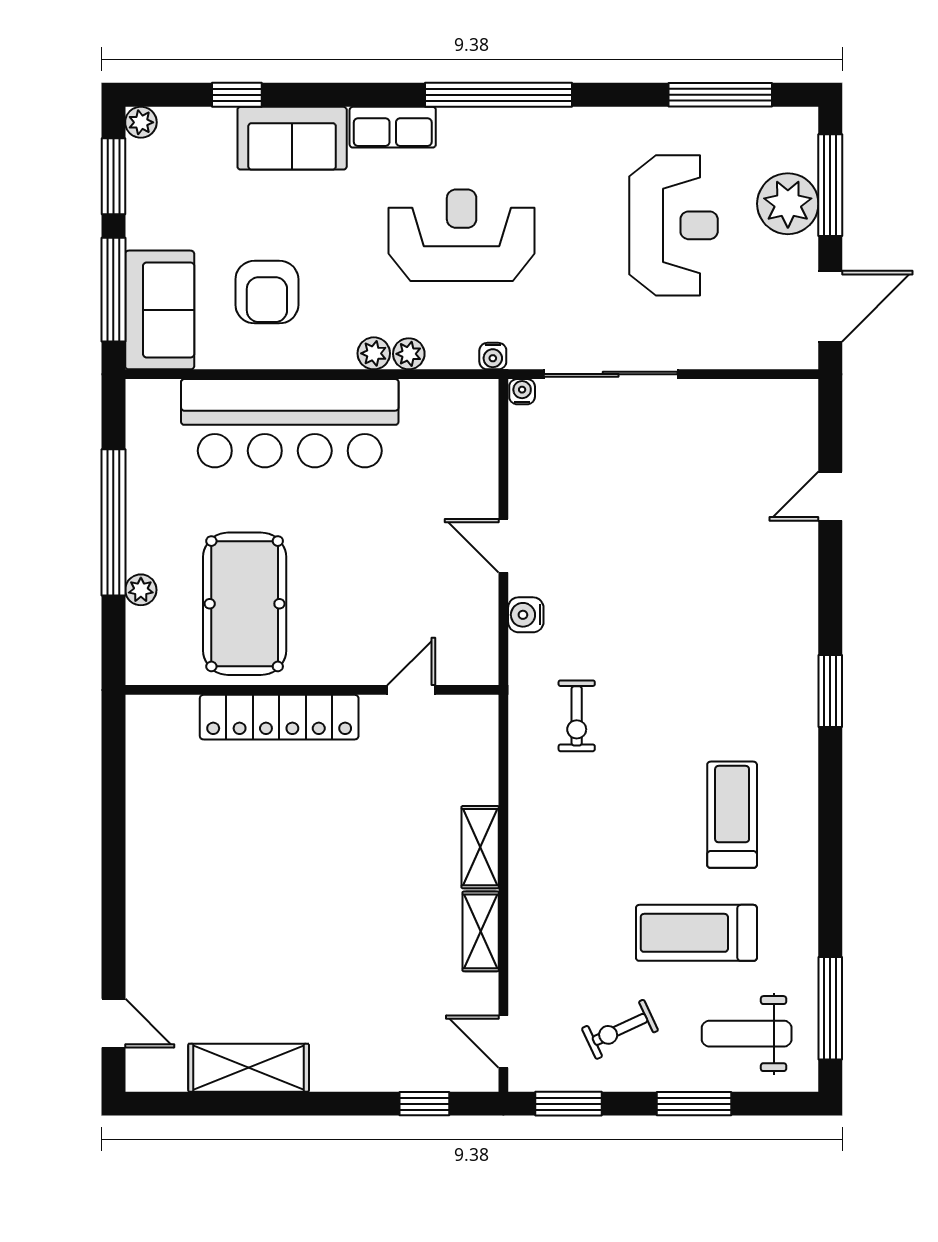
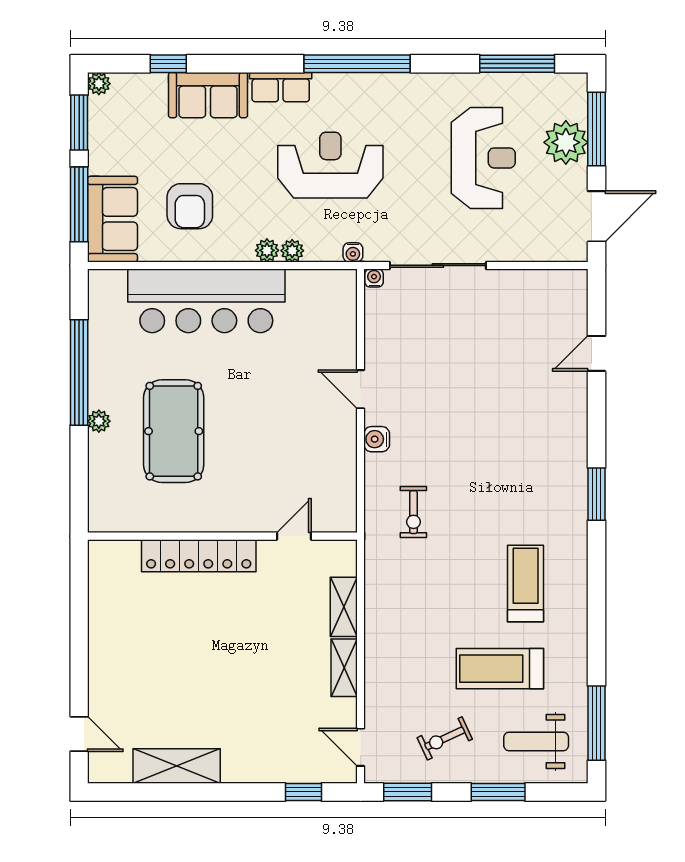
wall: (312, 690) -> (222, 536), moved
door: (411, 690) -> (294, 536), moved
locker: (279, 717) -> (199, 556), moved

